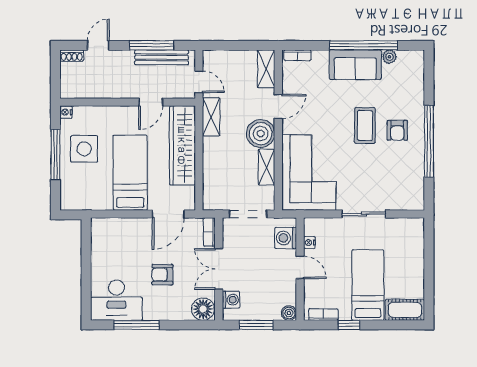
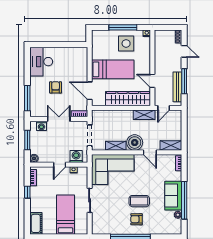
bed: (368, 285) -> (66, 215), moved, turned -90
floor lamp: (203, 309) -> (36, 110), removed
window: (136, 325) -> (27, 98), moved

